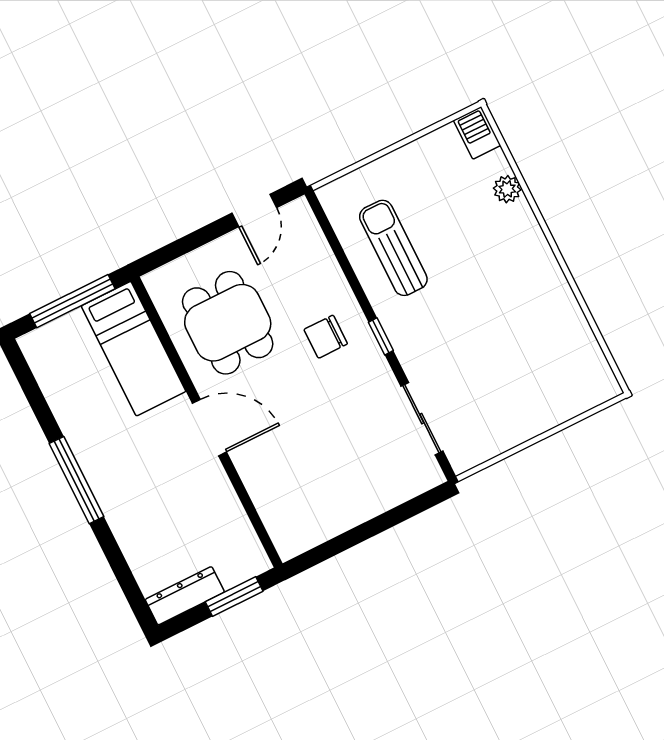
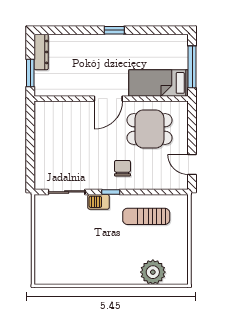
barbecue: (477, 133) -> (99, 202), moved, turned 180
plant: (507, 189) -> (153, 272), width x1.88, depth x1.88
sun lounger: (393, 248) -> (146, 216), turned 180
window: (76, 480) -> (114, 30), width x0.46

